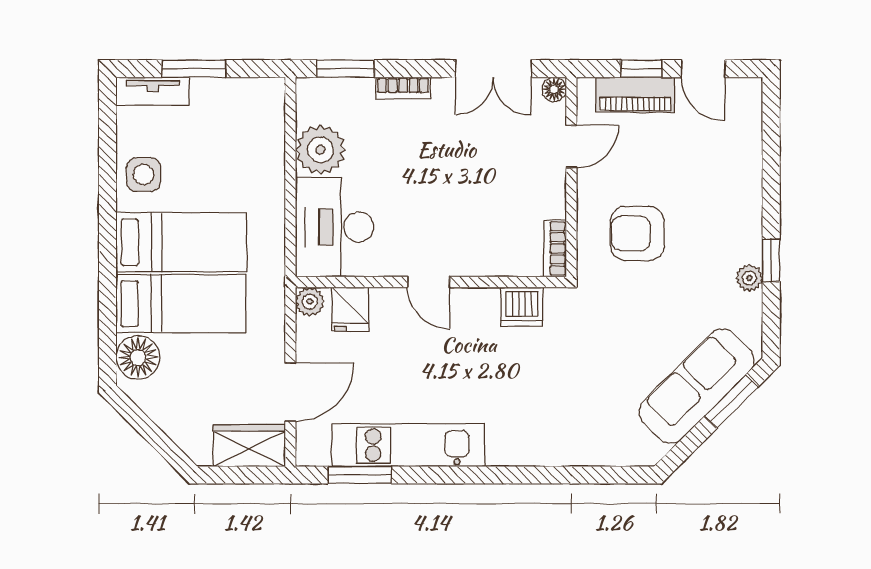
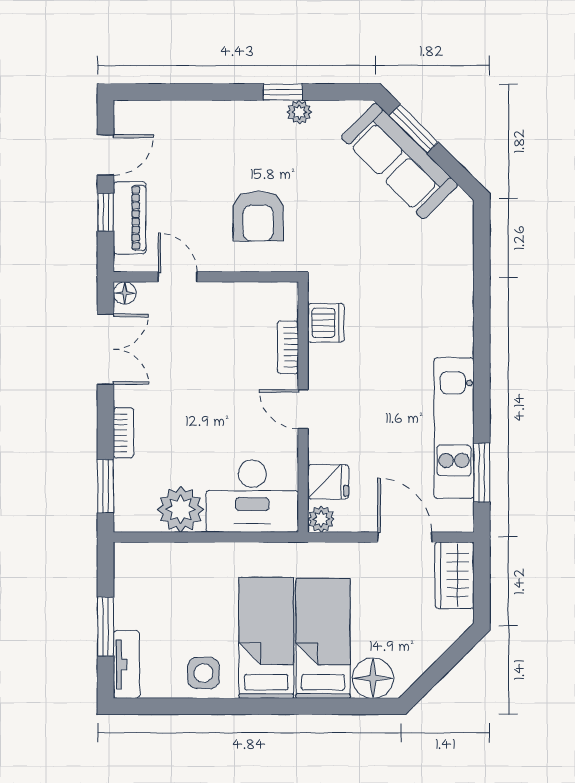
bookcase: (555, 248) -> (288, 347), moved, turned 90
door: (429, 282) -> (303, 409), swing flipped

